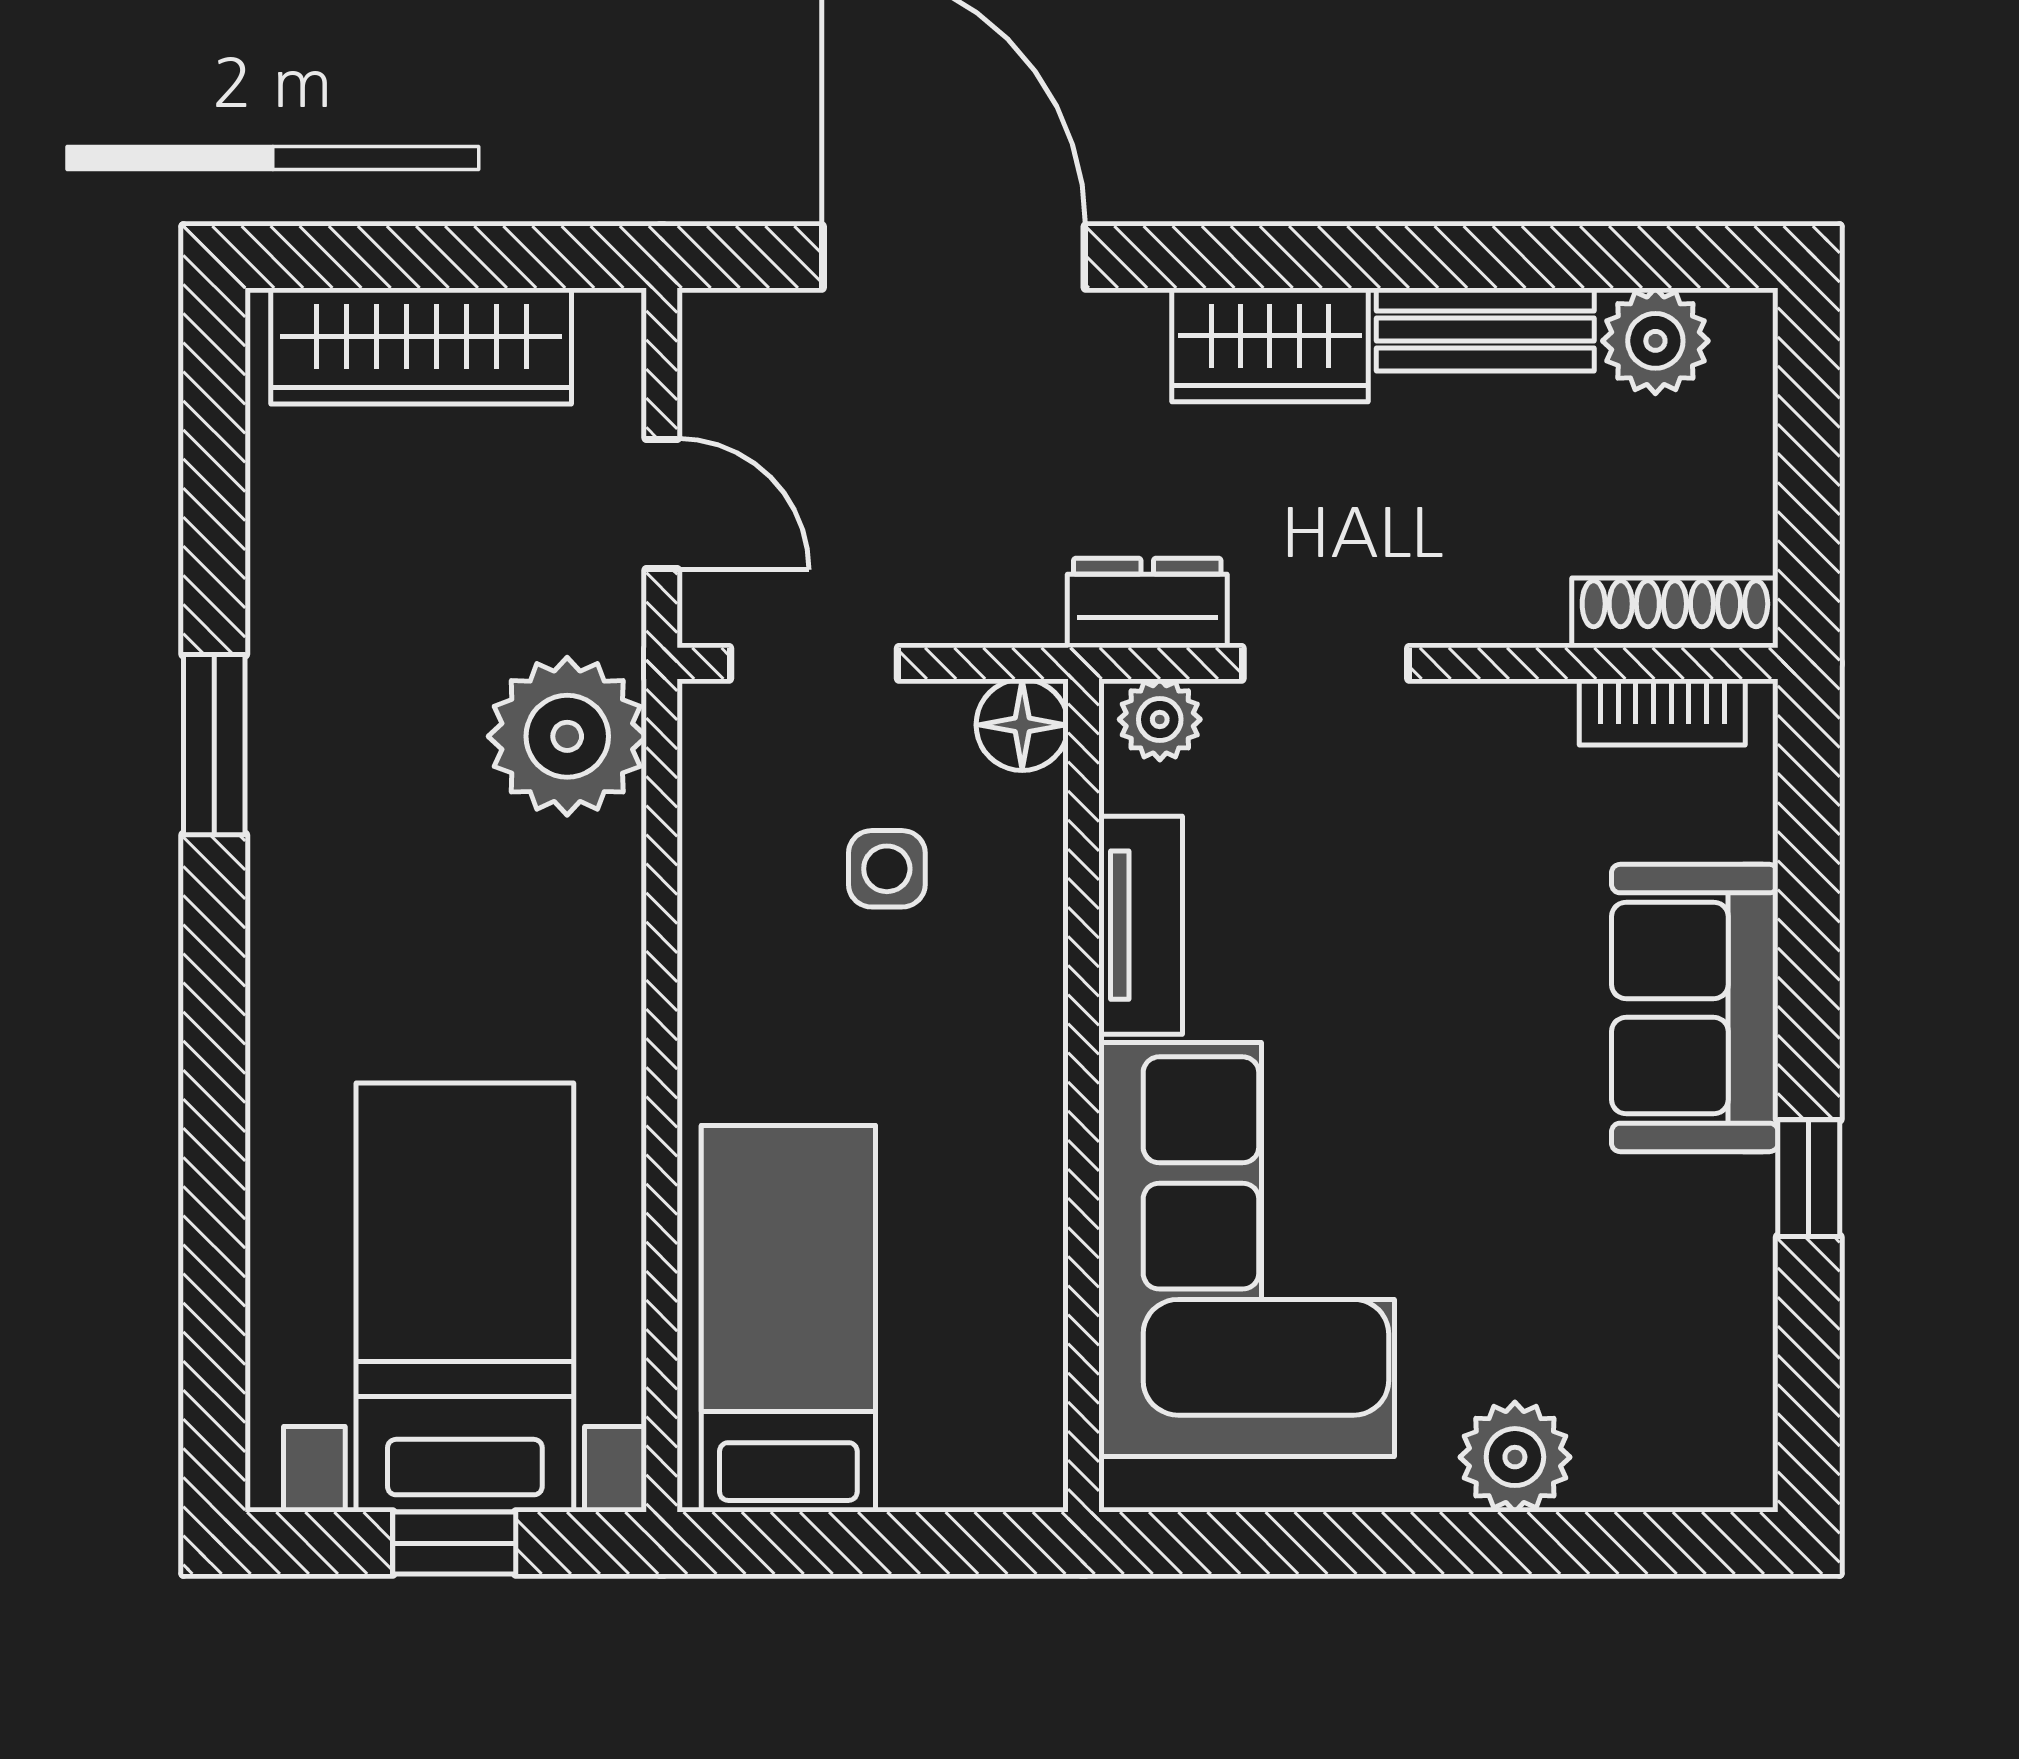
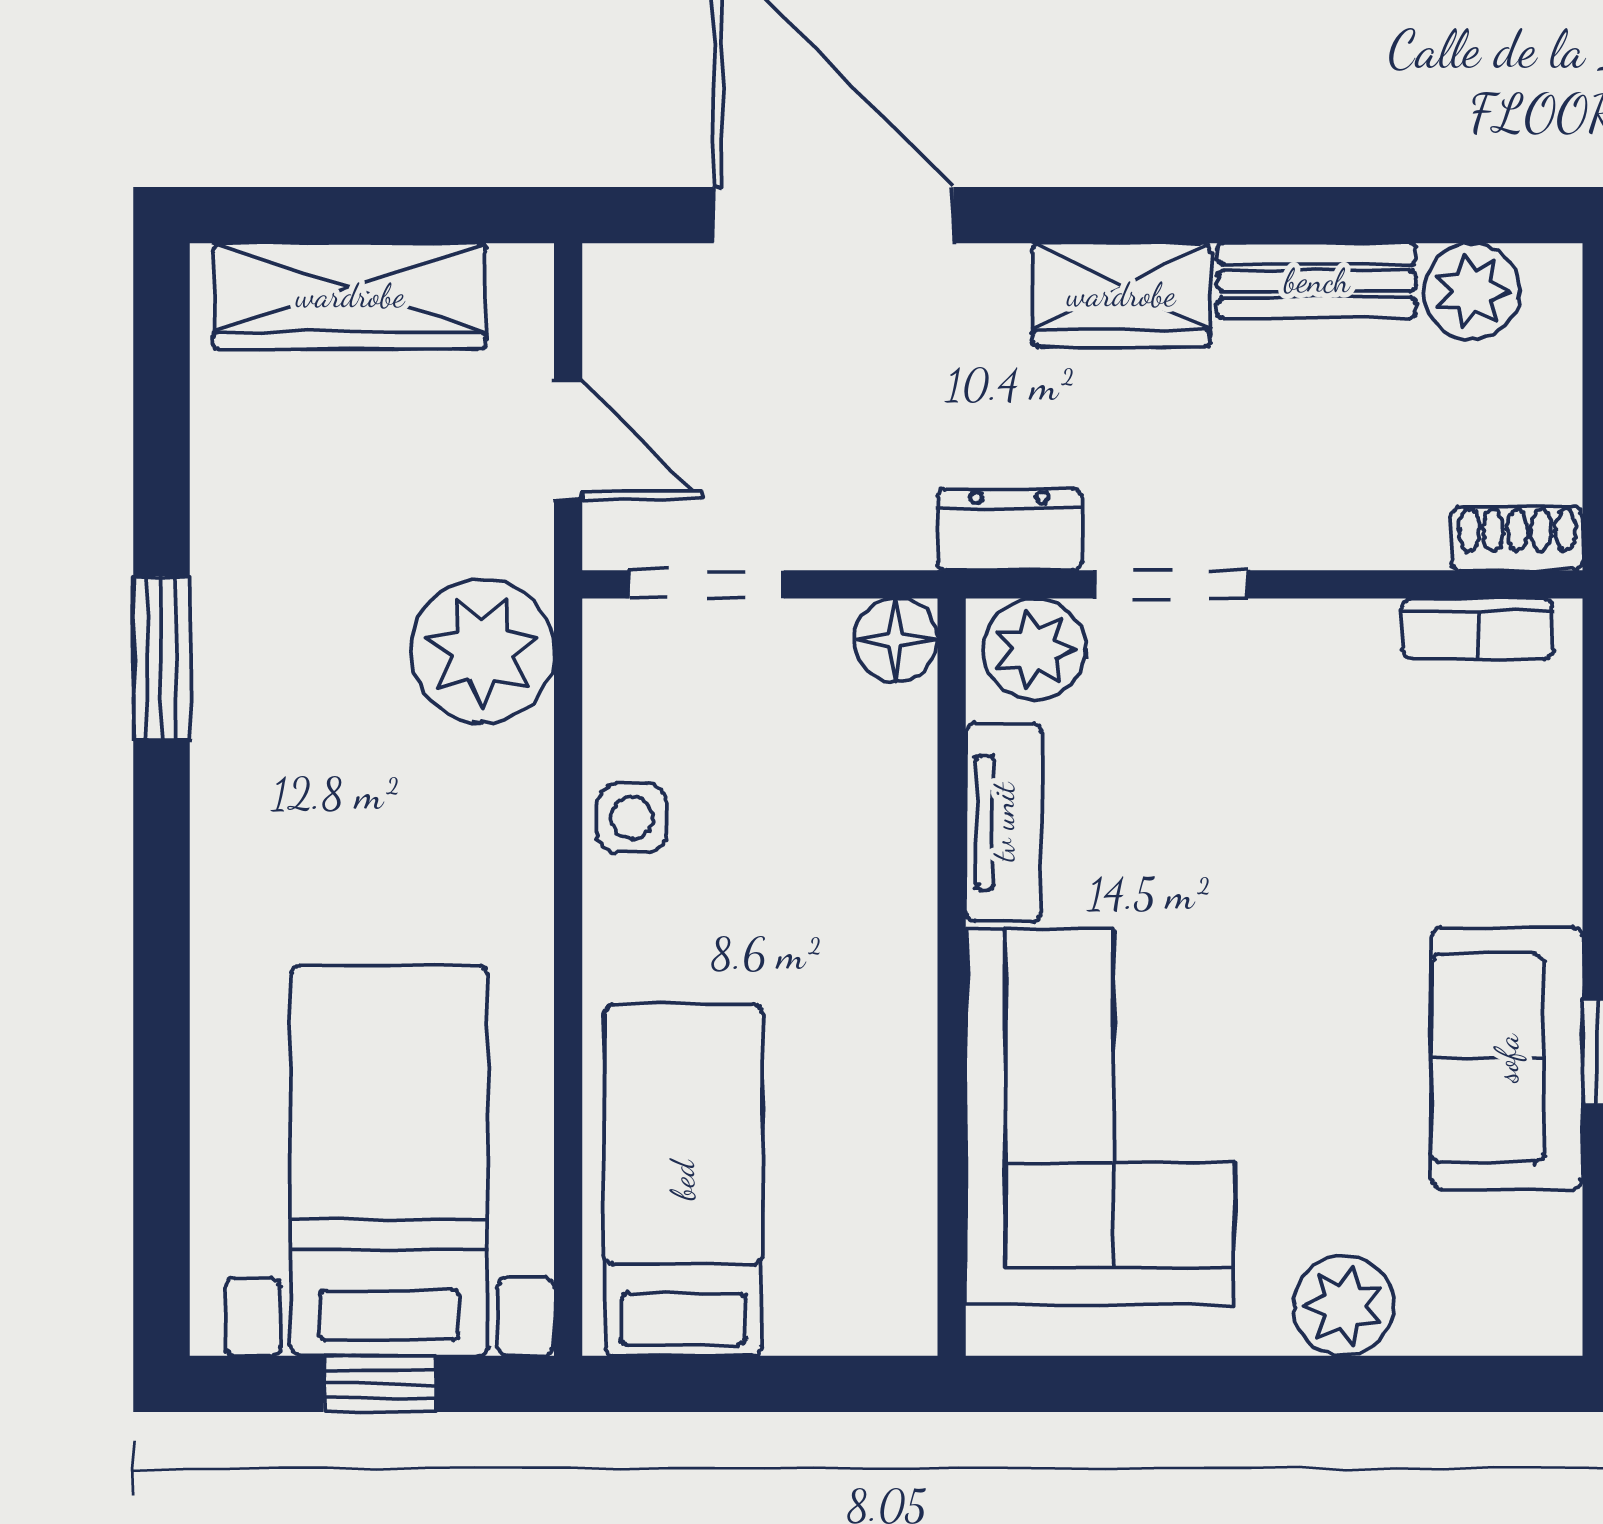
shoe rack: (1675, 613) -> (1517, 539), width x0.70
plant: (1160, 719) -> (1035, 649), width x1.38, depth x1.38
side table: (887, 869) -> (632, 818), moved
sofa: (1695, 1008) -> (1507, 1058), moved

